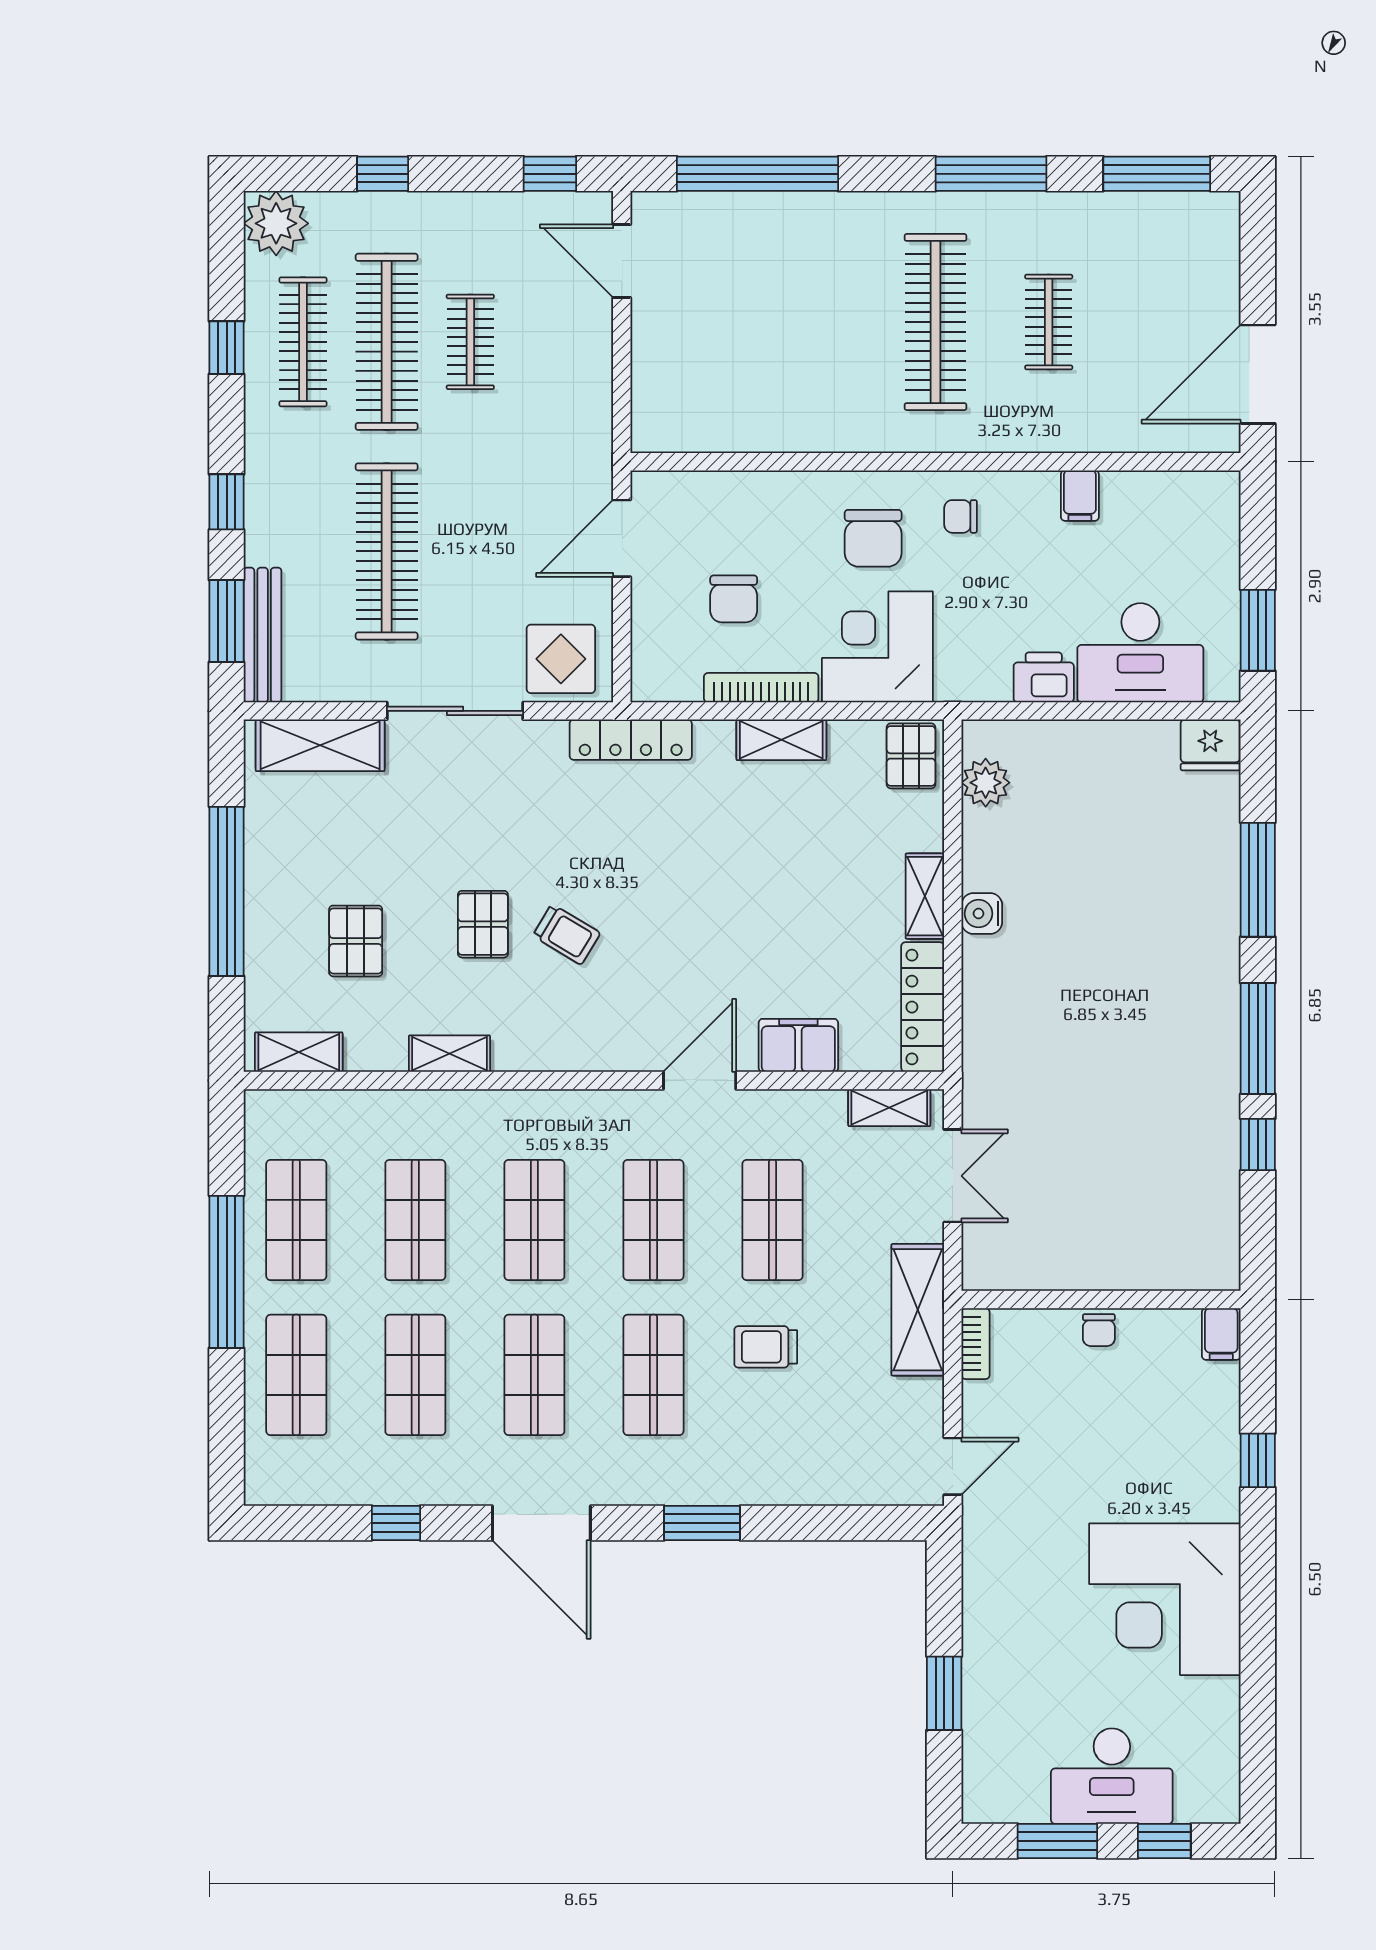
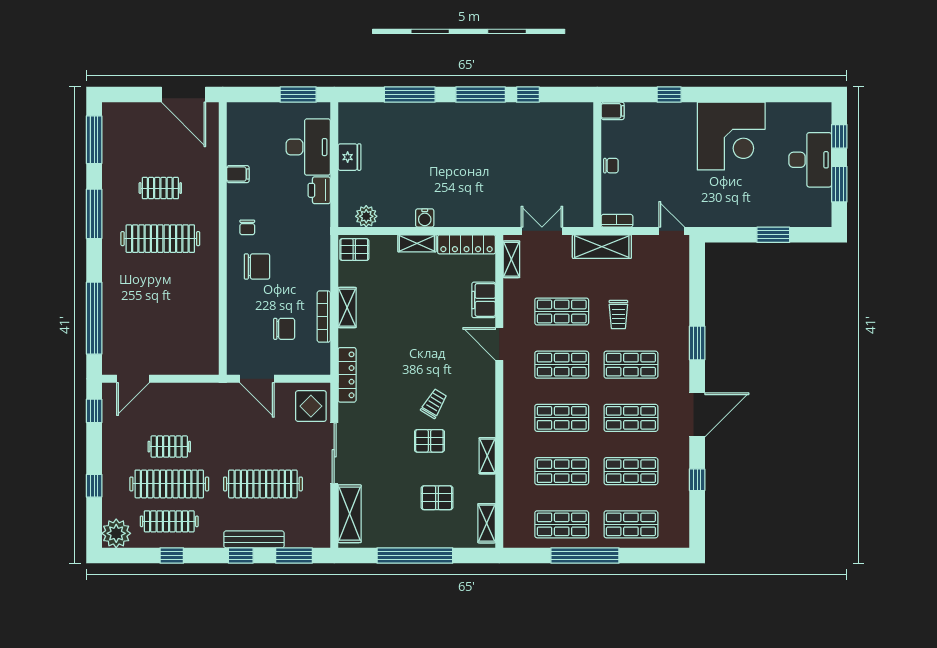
bench: (263, 635) -> (254, 539), moved
corner desk: (877, 647) -> (306, 265), removed
fridge: (1210, 745) -> (349, 157), moved

